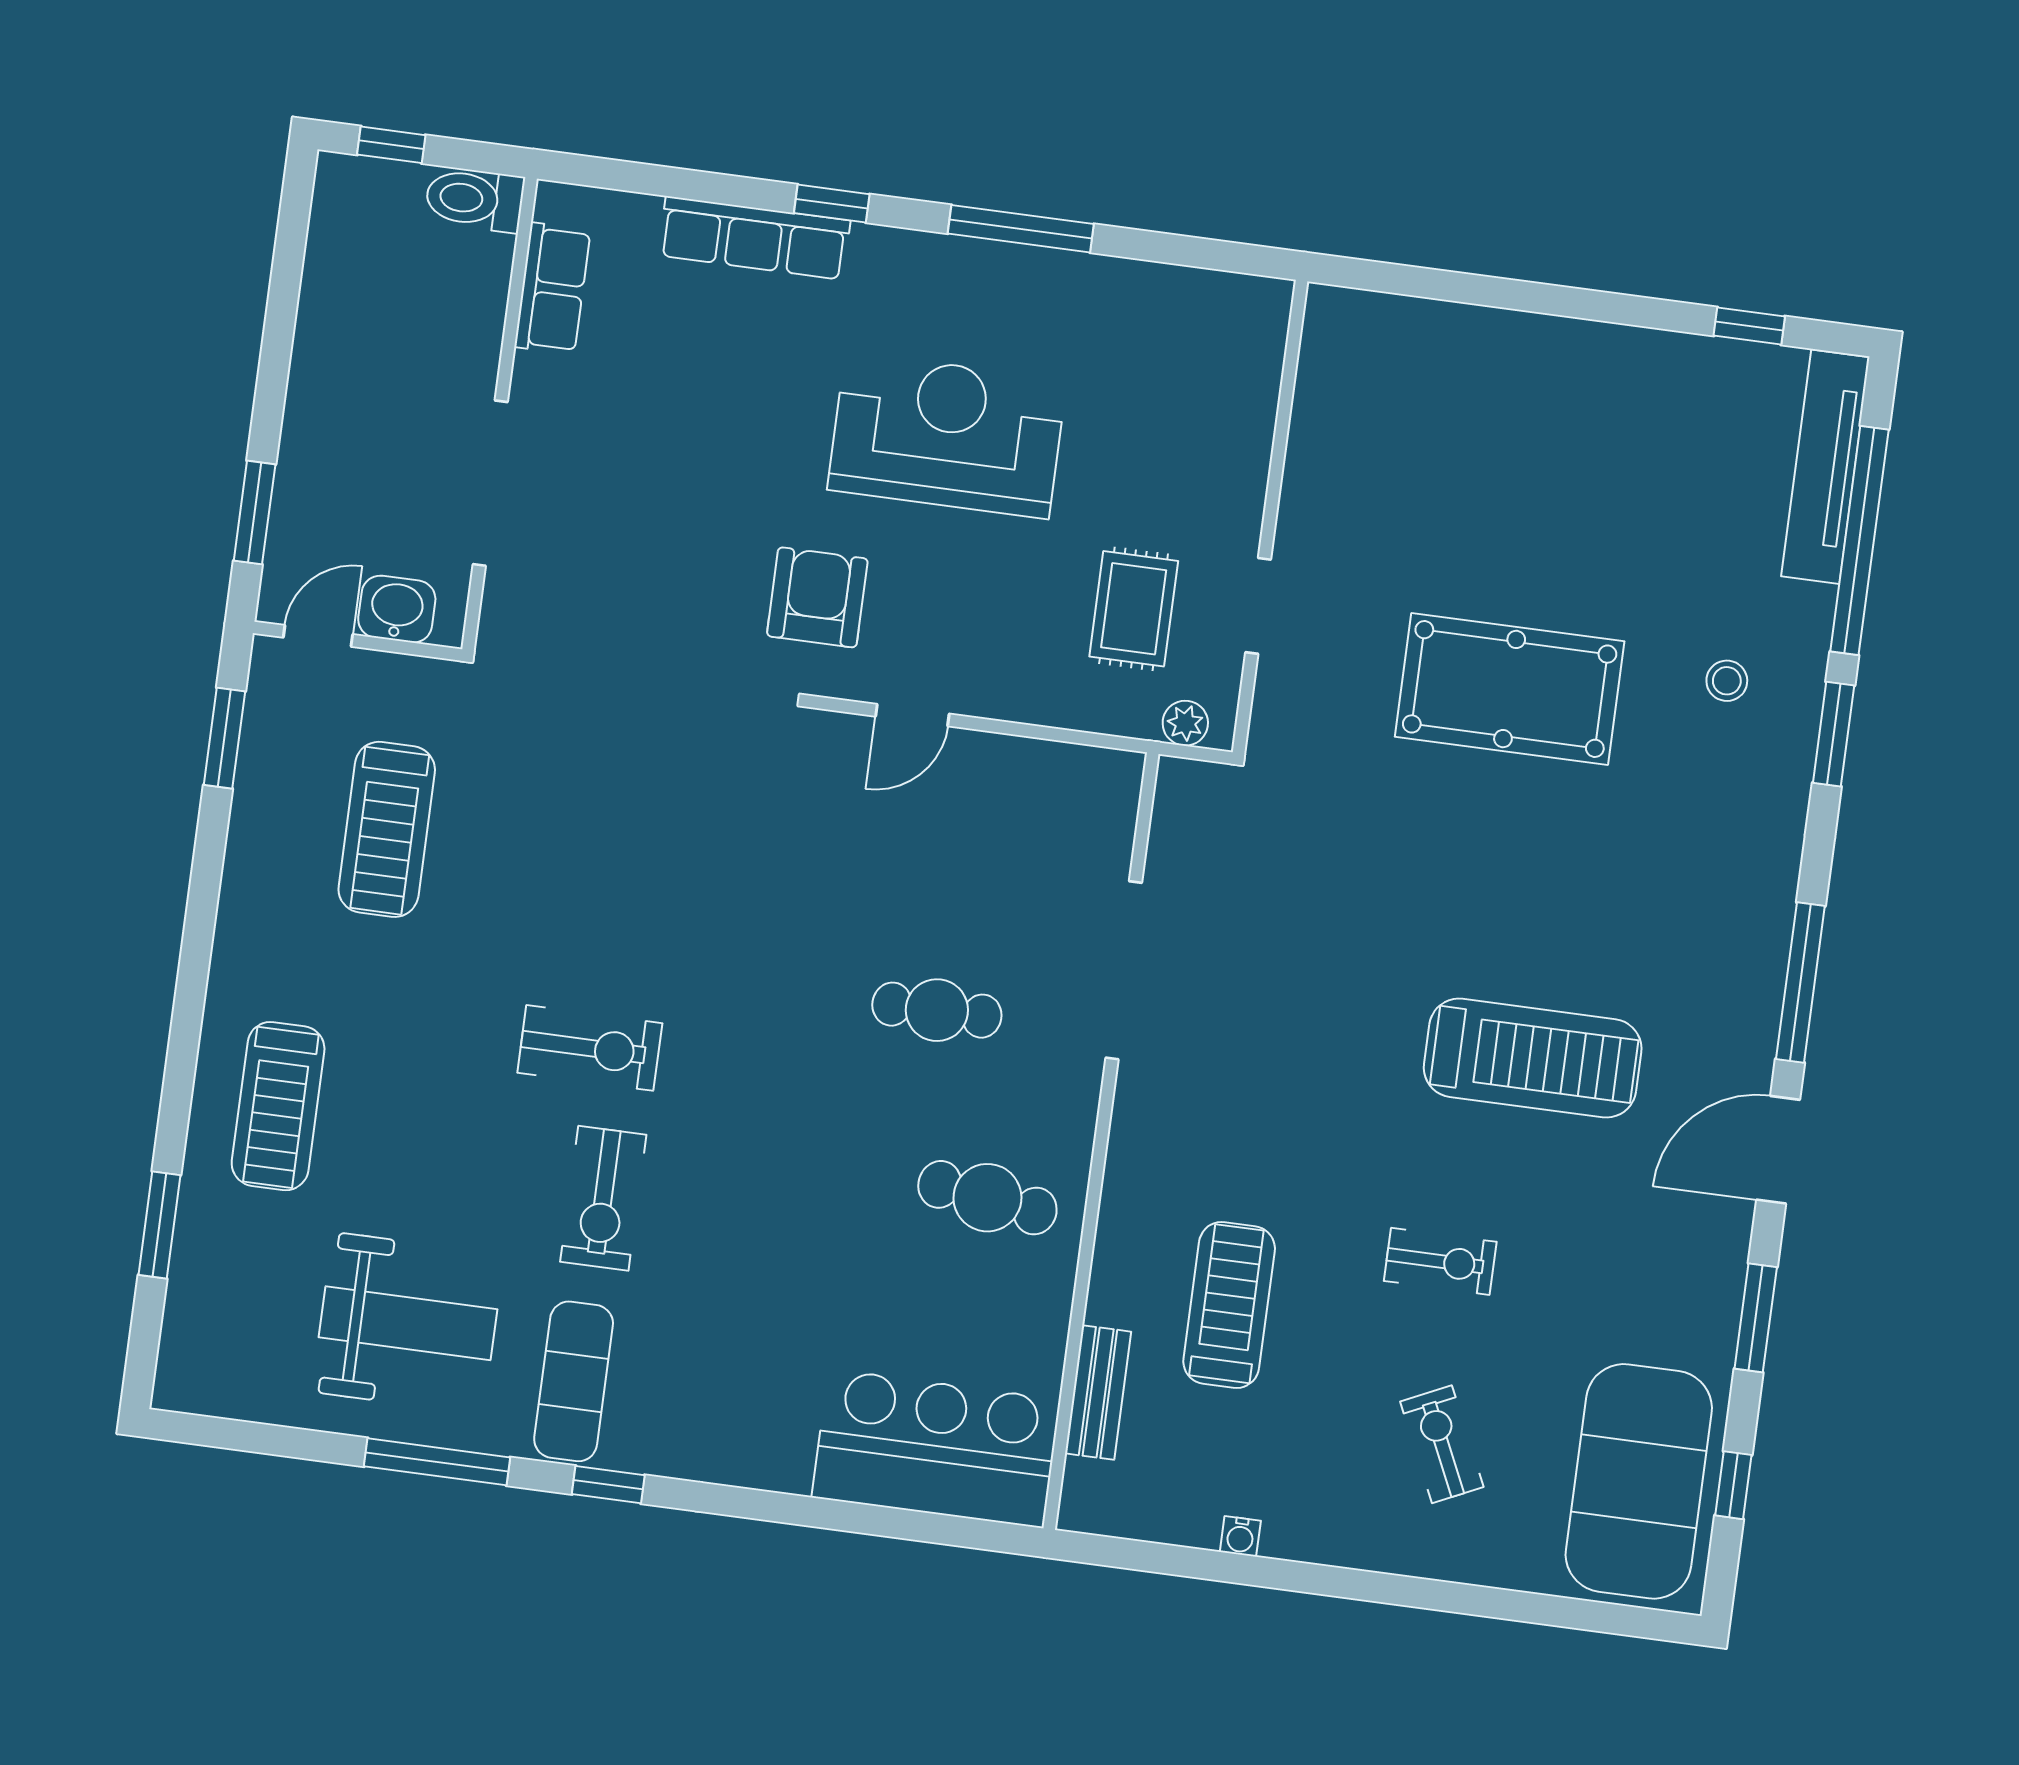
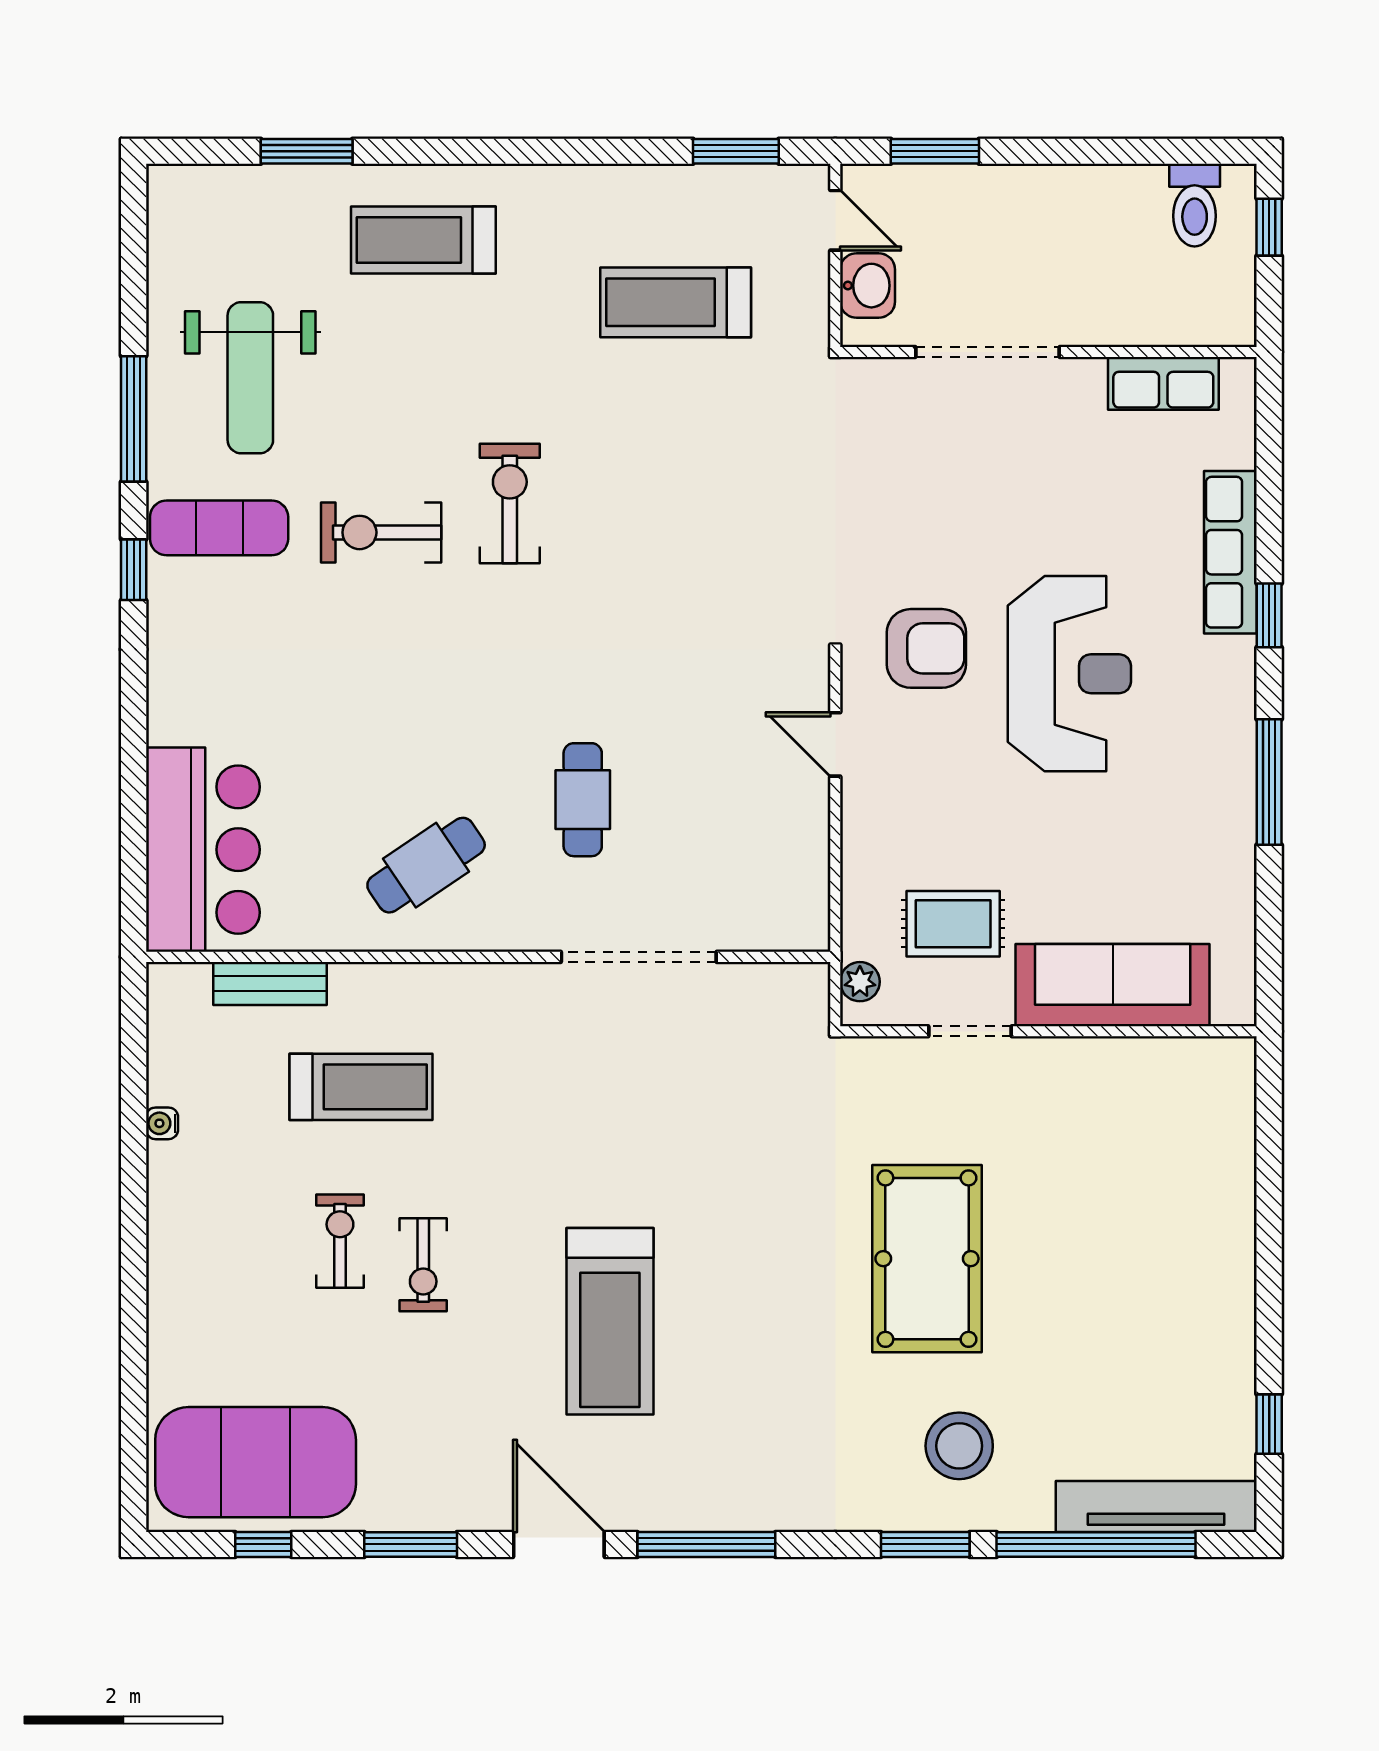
toilet: (475, 199) -> (1195, 205), moved, turned 180
reception desk: (947, 435) -> (1069, 674), moved
sofa: (1227, 437) -> (1113, 985), added
stool: (1727, 681) -> (959, 1446), width x1.89, depth x1.89
exercise bike: (590, 1048) -> (510, 503), turned 180
cafe table: (987, 1198) -> (426, 865), turned 48
exercise bike: (1442, 1444) -> (340, 1241), moved, turned -65

